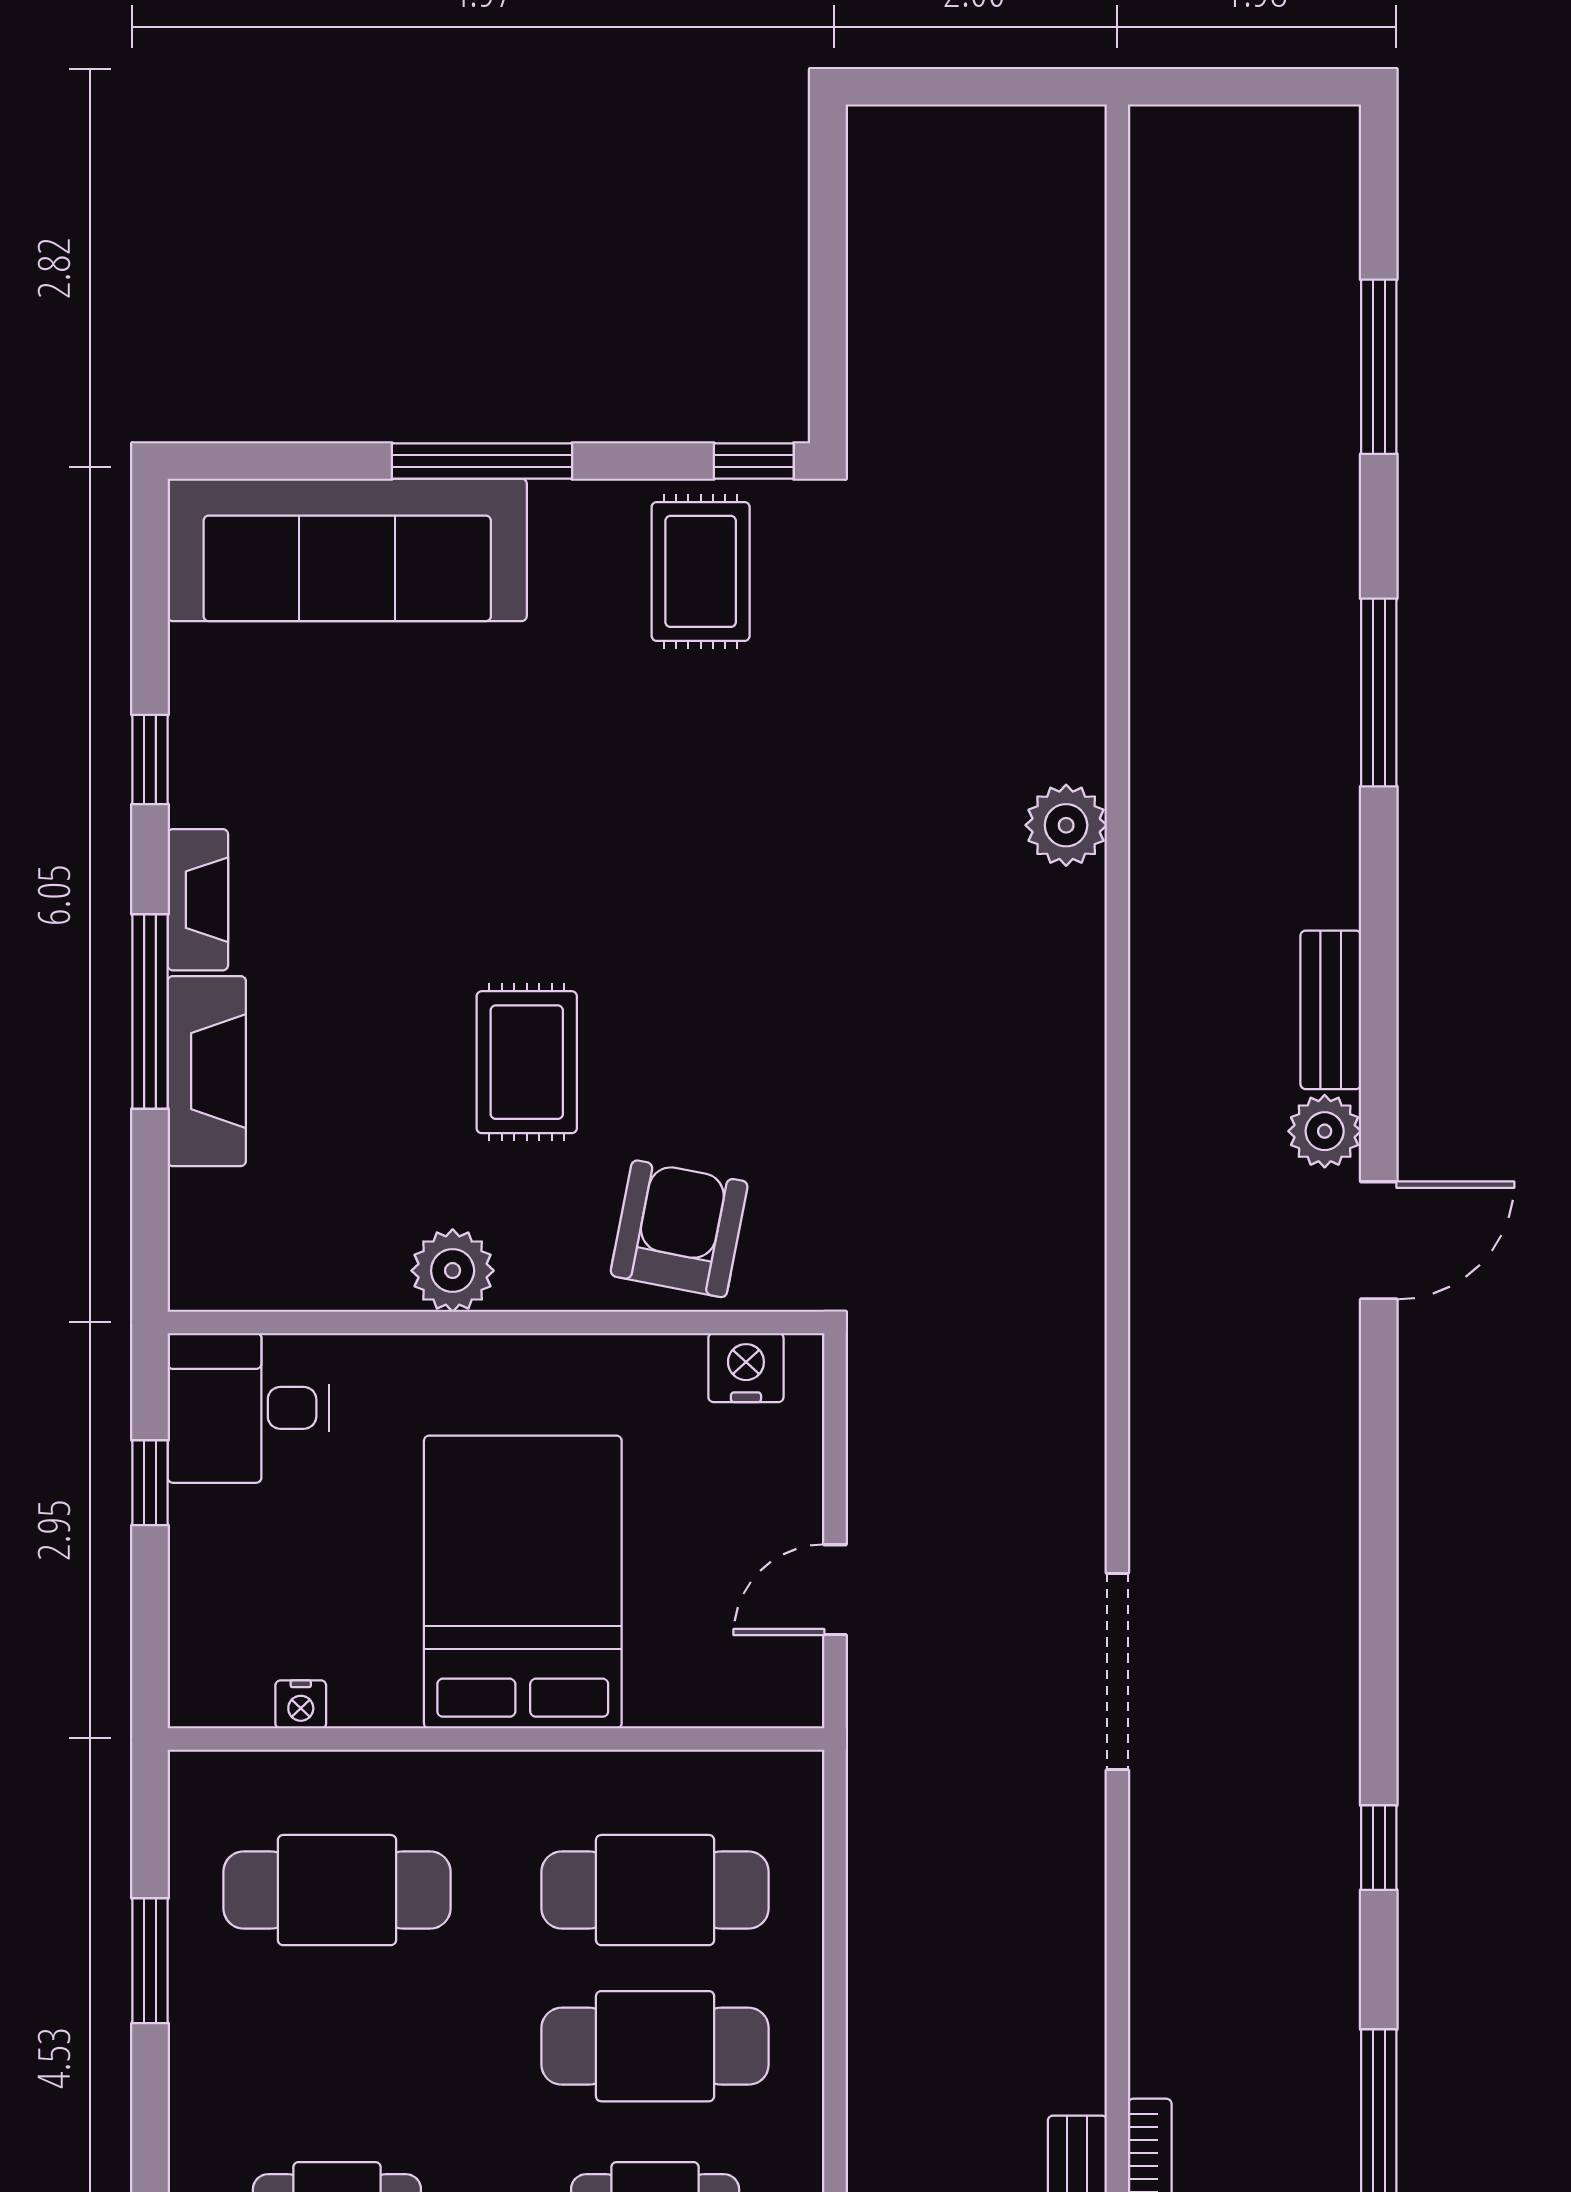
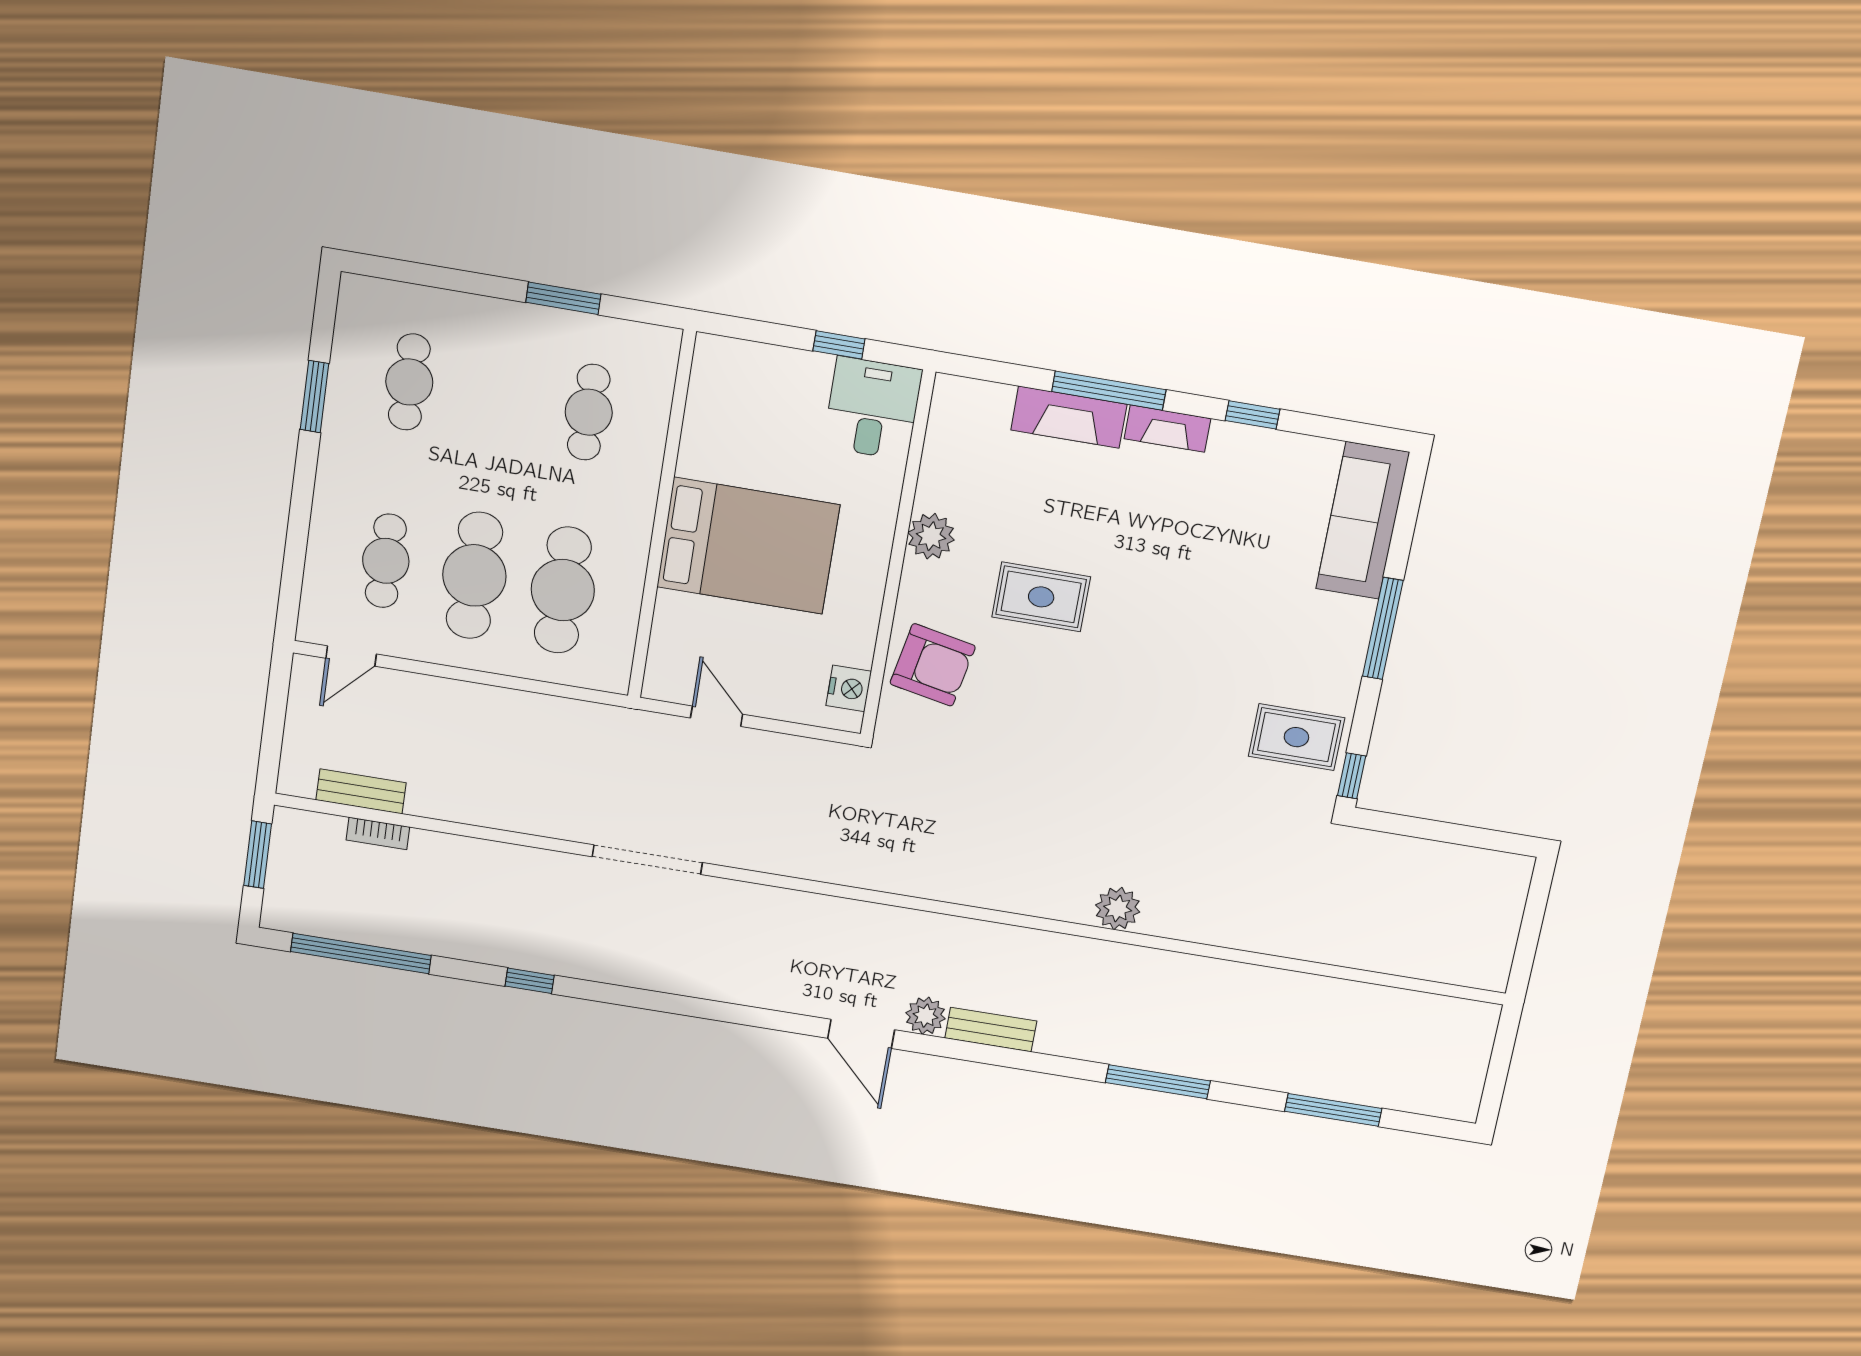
sofa: (347, 550) -> (1363, 521), width x0.74, depth x0.79
nightstand: (301, 1704) -> (698, 409), removed
cafe table: (337, 1890) -> (589, 412), width x0.73, depth x0.74

